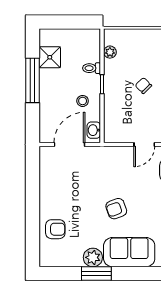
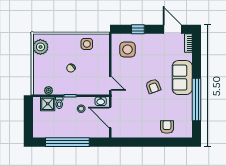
shower: (50, 57) -> (48, 104), moved
window: (33, 80) -> (67, 142), width x1.46
door: (144, 144) -> (110, 83), moved
plant: (93, 257) -> (186, 102), removed
window: (96, 274) -> (197, 99), width x2.11

